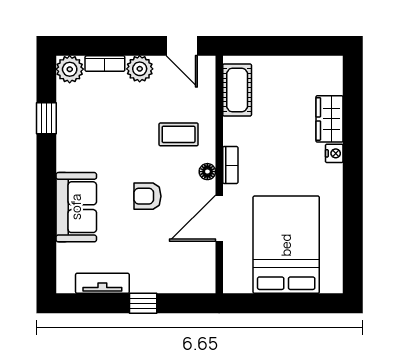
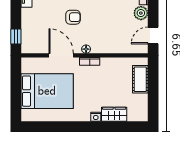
cot: (237, 90) -> (140, 79), moved, turned 90
coffee table: (179, 134) -> (106, 34), removed
armchair: (147, 196) -> (73, 17), turned 90
window: (143, 303) -> (16, 37), moved

